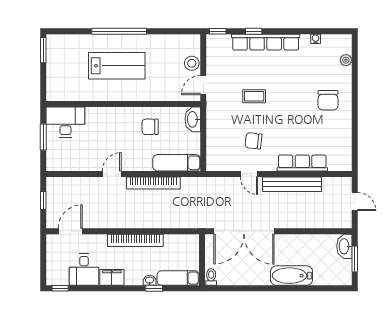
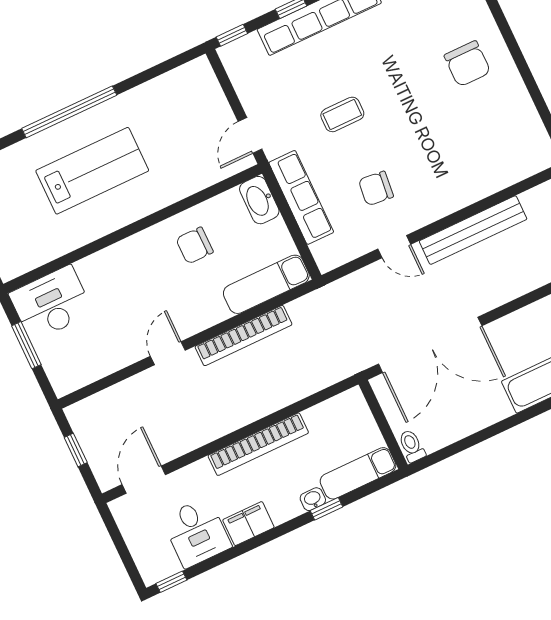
stool: (192, 63) -> (214, 108), removed
row of seats: (302, 163) -> (301, 197), moved, turned 90

